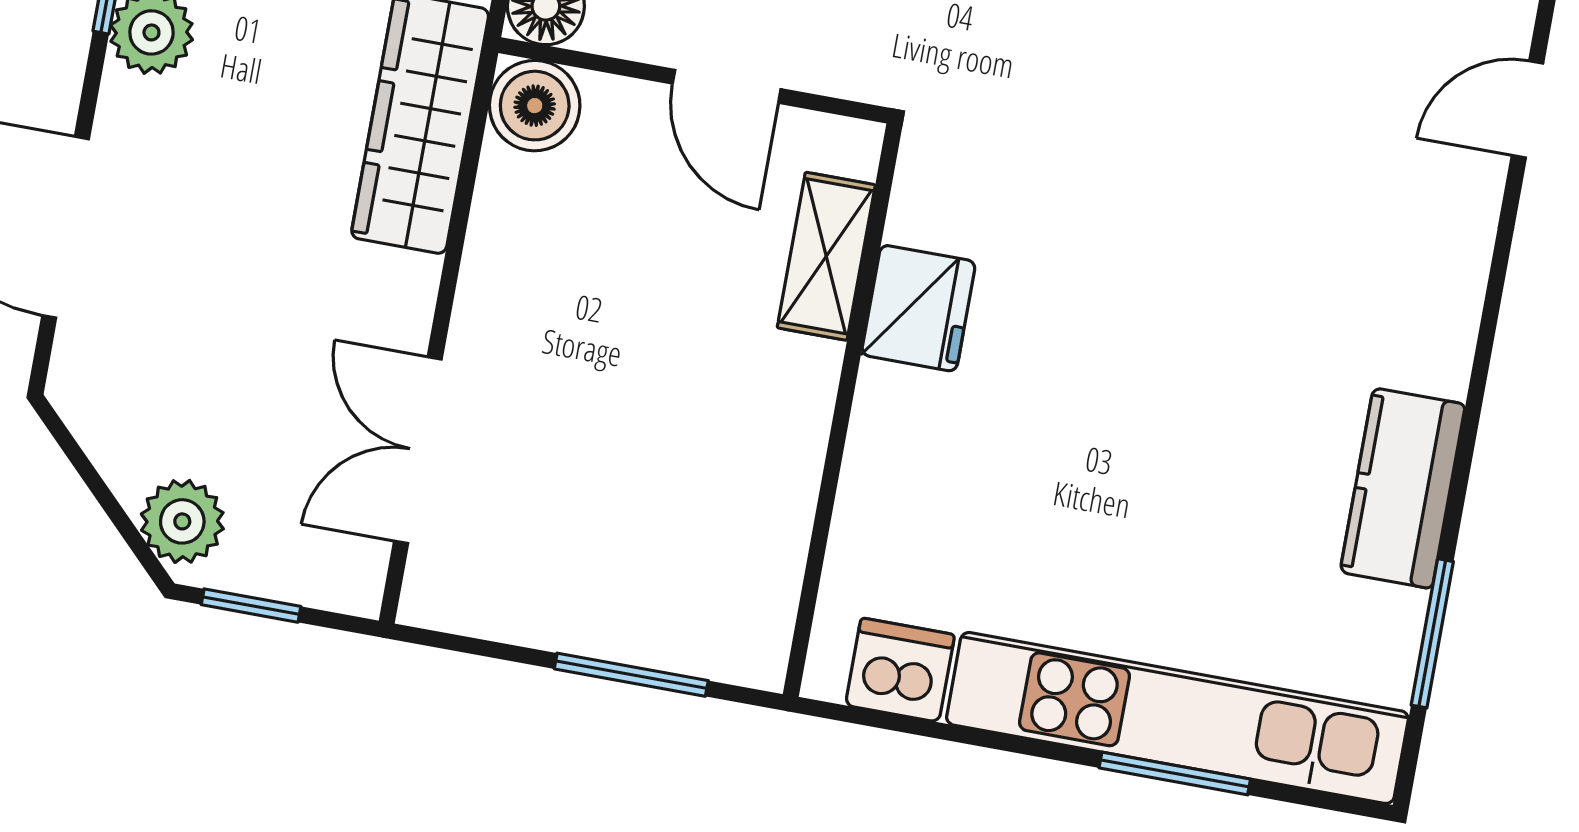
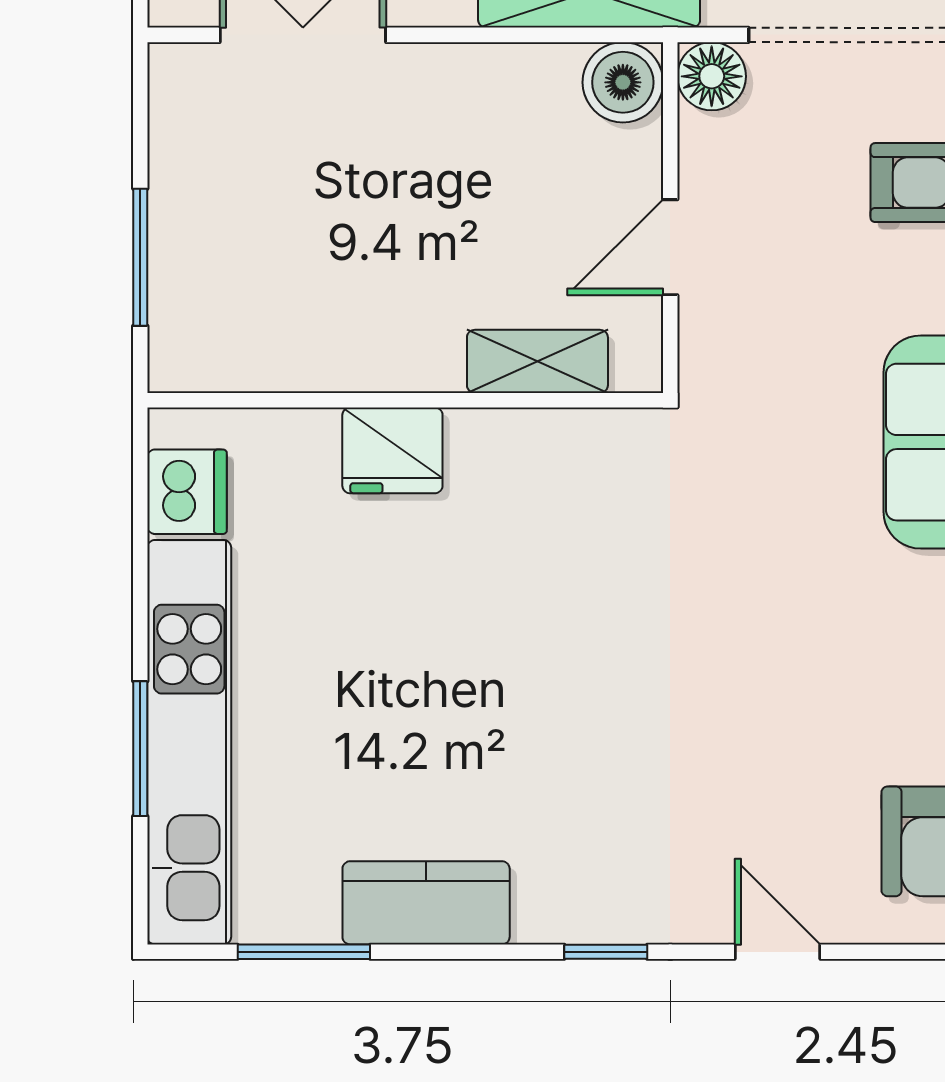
window: (1493, 299) -> (606, 952), added
fridge: (918, 308) -> (392, 450), moved

